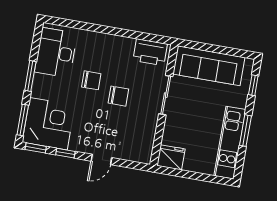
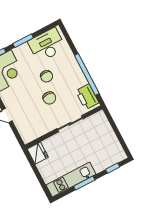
window: (124, 33) -> (87, 74), added
sofa: (209, 66) -> (105, 135), removed

